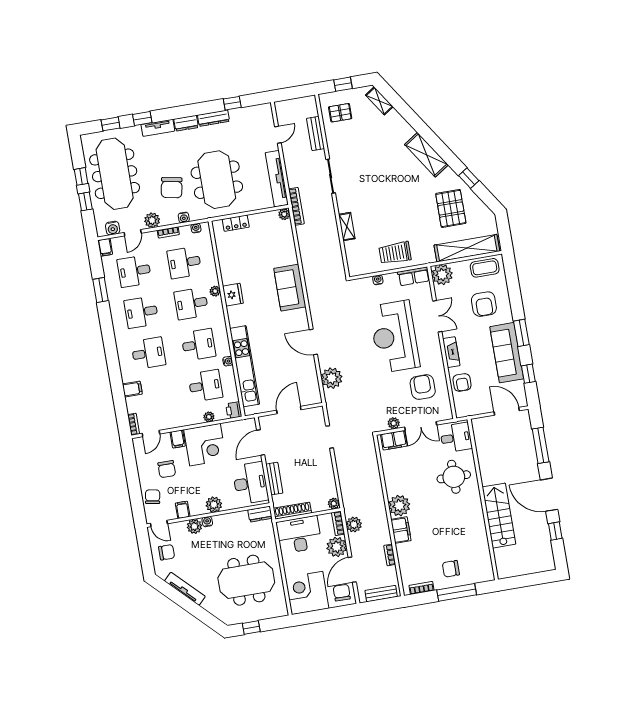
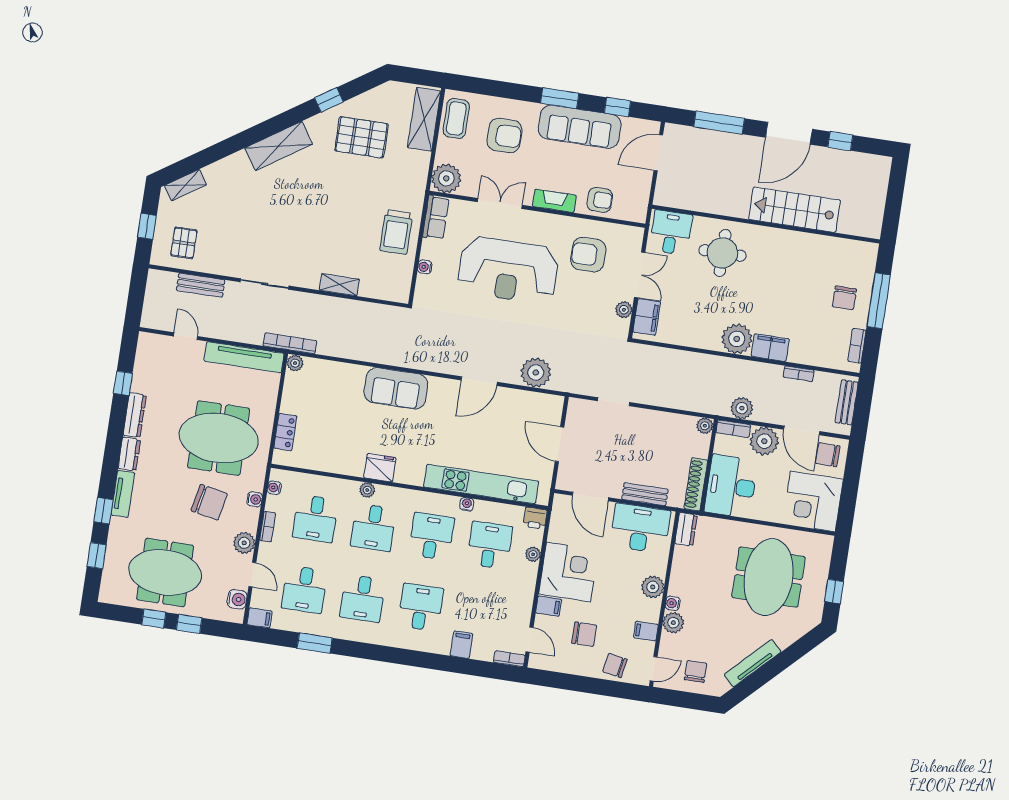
meeting table: (115, 174) -> (165, 572), width x0.73
shelving: (467, 248) -> (424, 119), width x0.68

